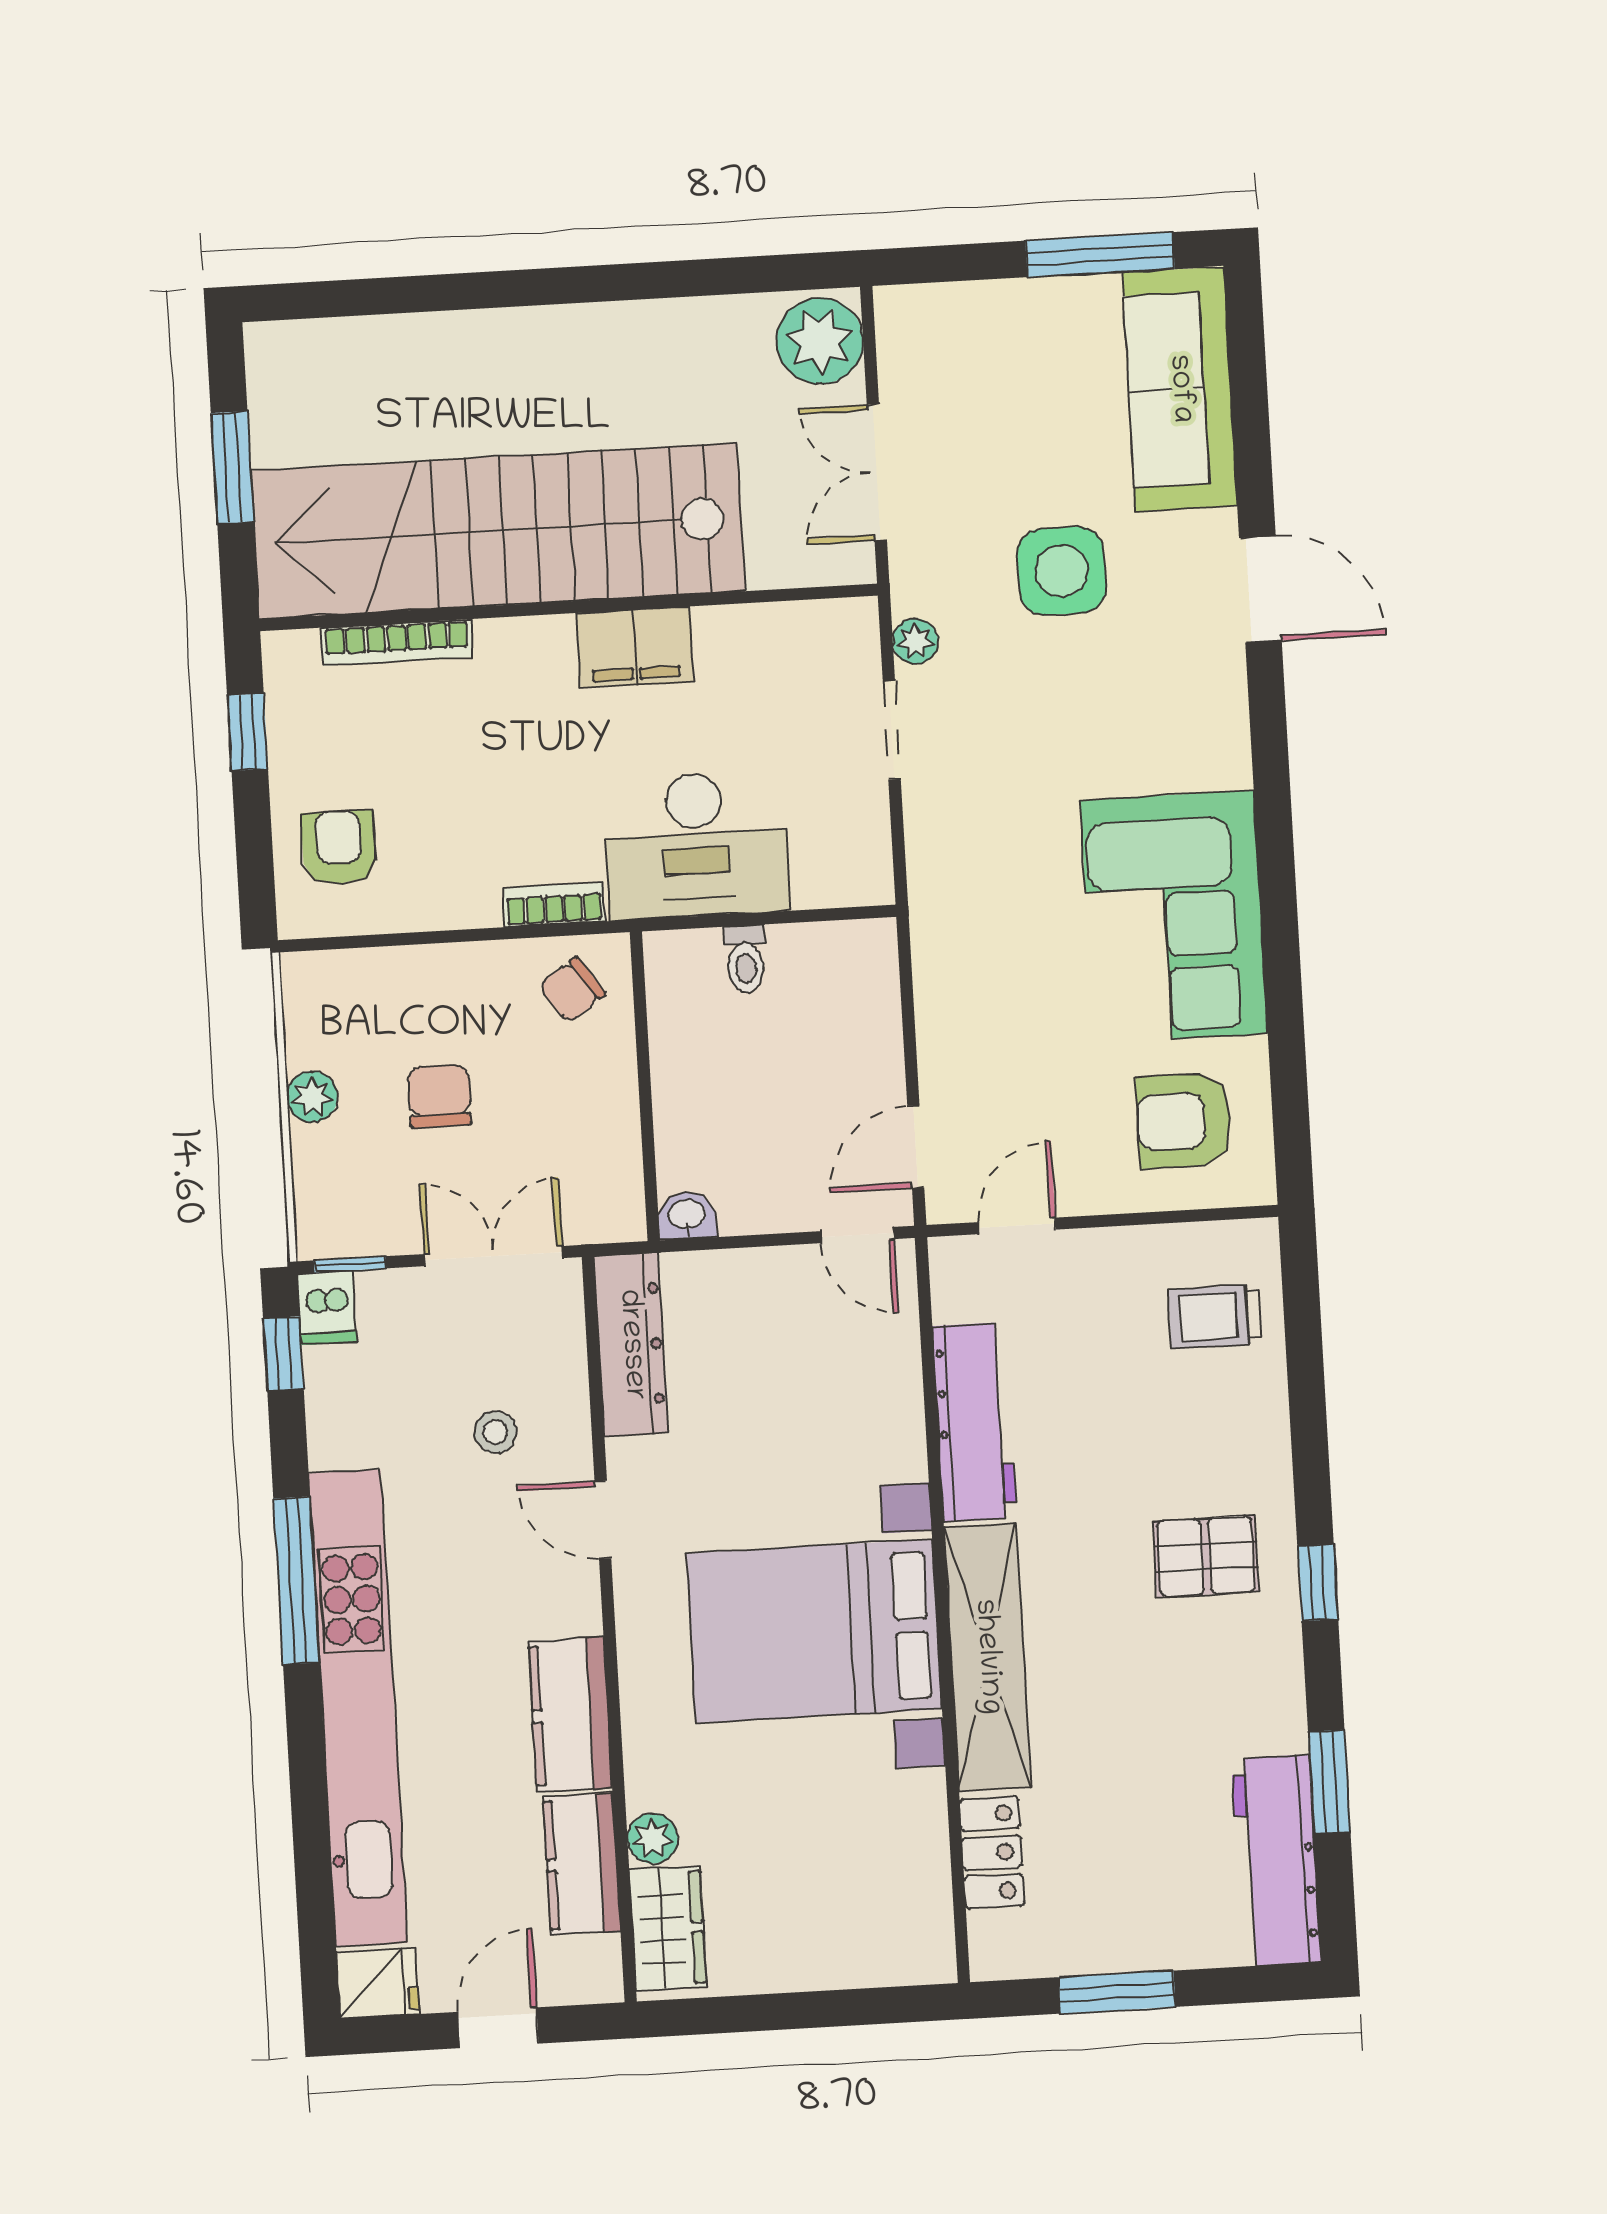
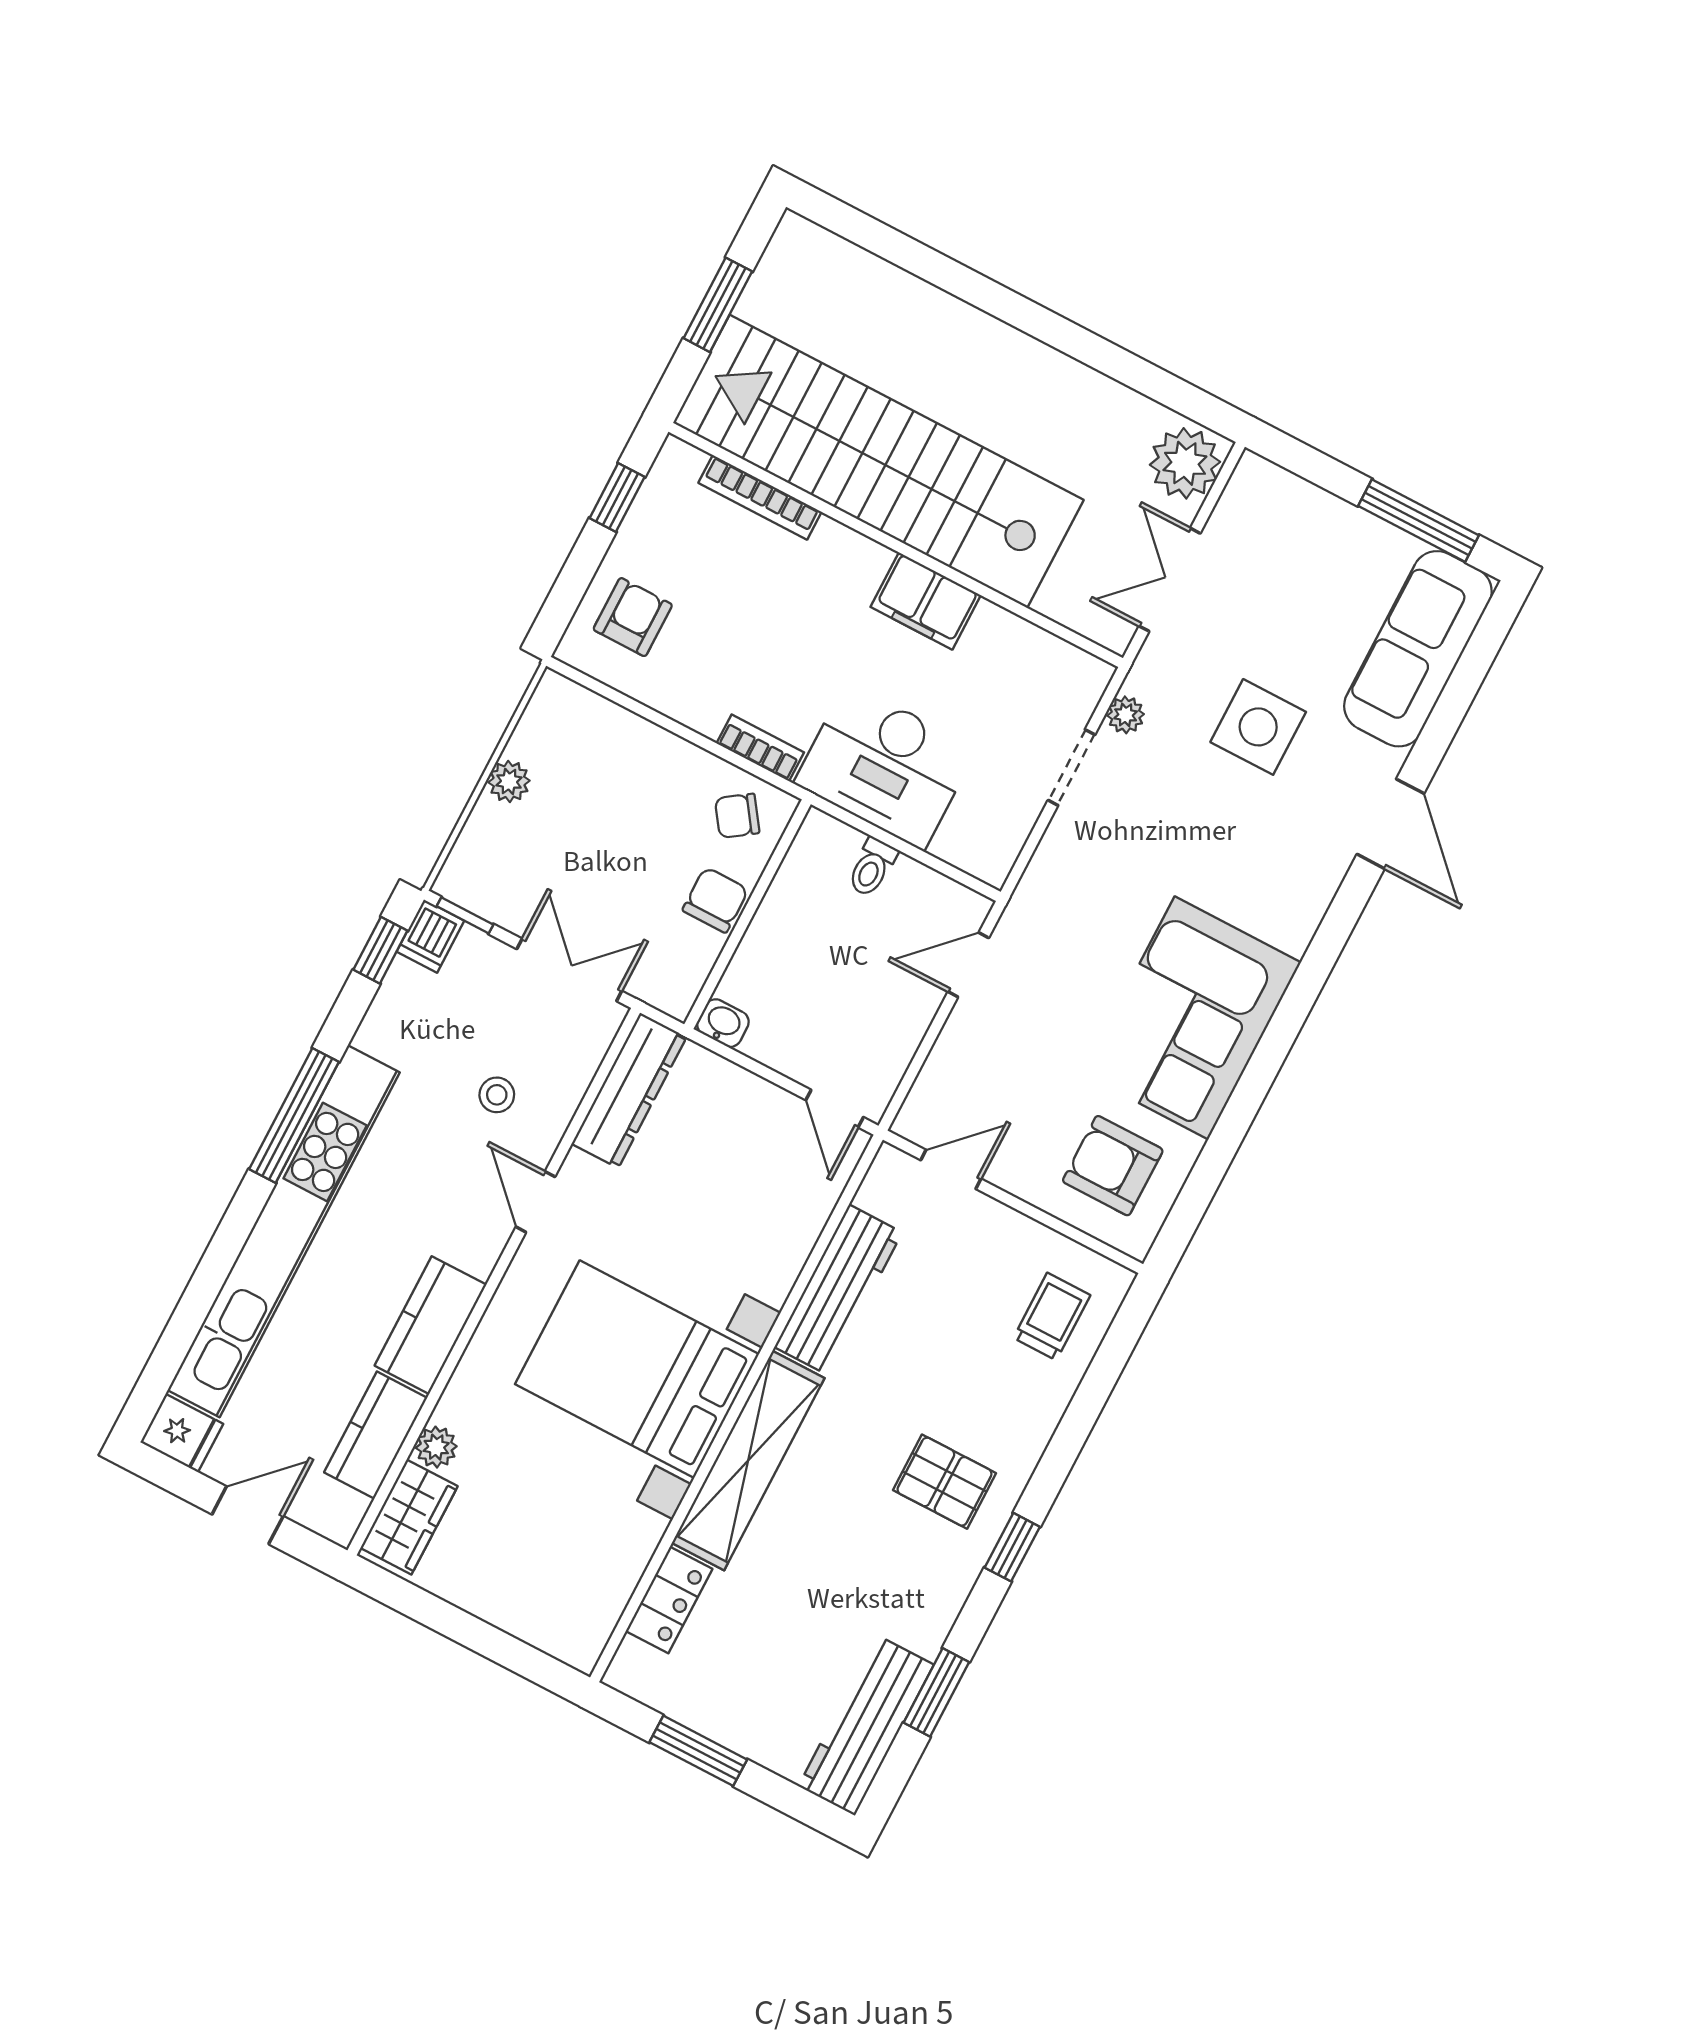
chair: (439, 1096) -> (715, 900), moved
door: (916, 1147) -> (968, 965), moved
trolley: (1215, 1317) -> (1052, 1317), turned 90

